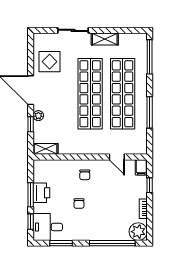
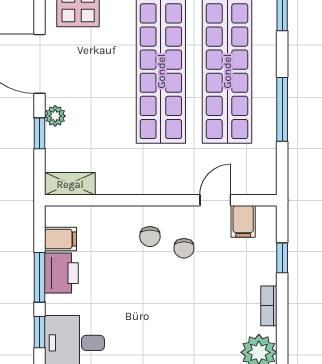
door: (117, 157) -> (215, 200), swing flipped
filing cabinet: (141, 167) -> (243, 221), moved
filing cabinet: (41, 176) -> (61, 239), added
chair: (79, 204) -> (184, 248), moved

